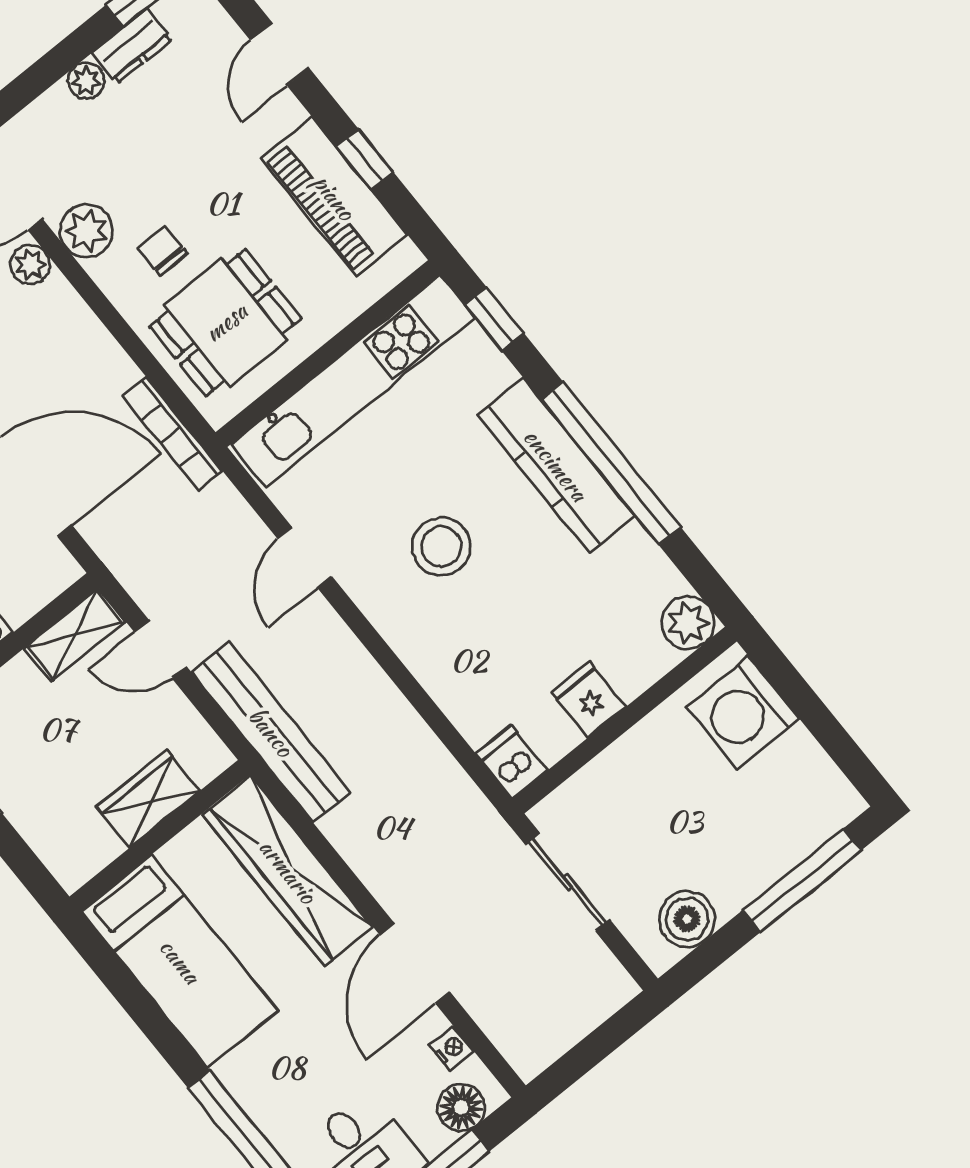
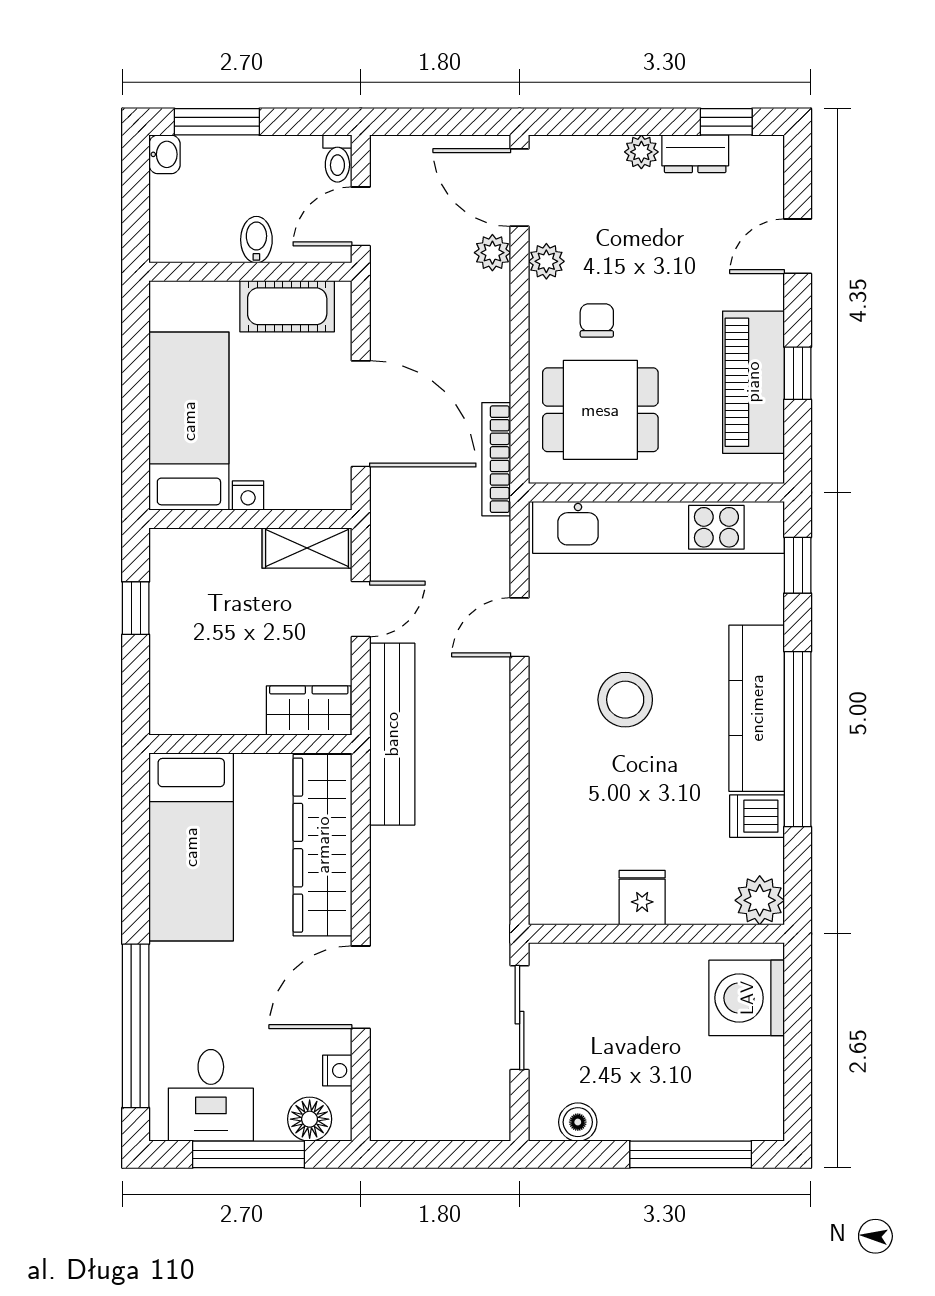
plant: (86, 231) -> (546, 261), width x0.73, depth x0.73
door: (160, 649) -> (361, 609), swing flipped
dishwasher: (512, 762) -> (757, 816), moved, turned -90
wardrobe: (148, 799) -> (309, 711), moved
boiler: (687, 919) -> (578, 1122), width x0.73, depth x0.73

